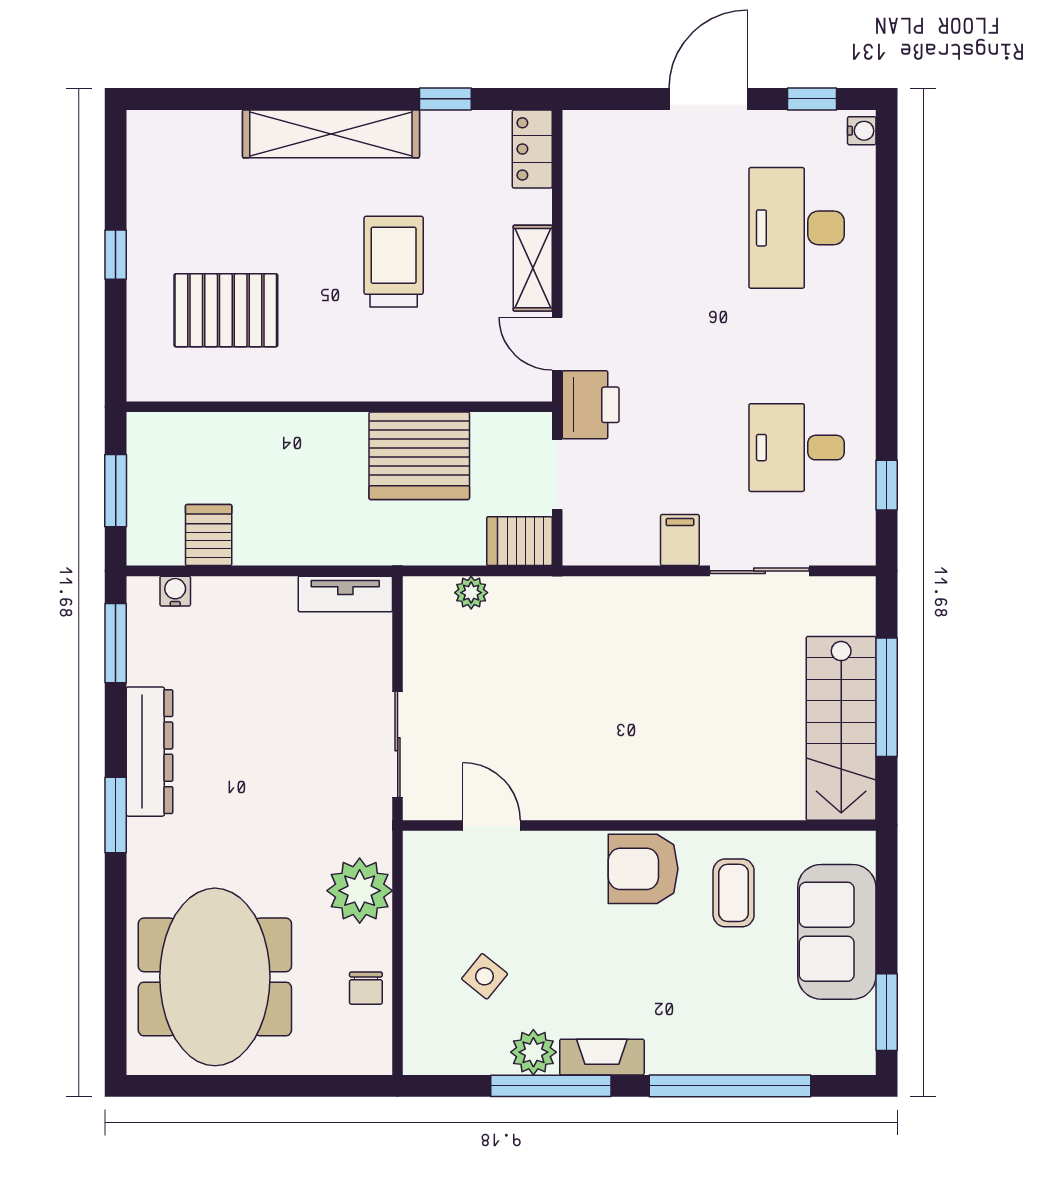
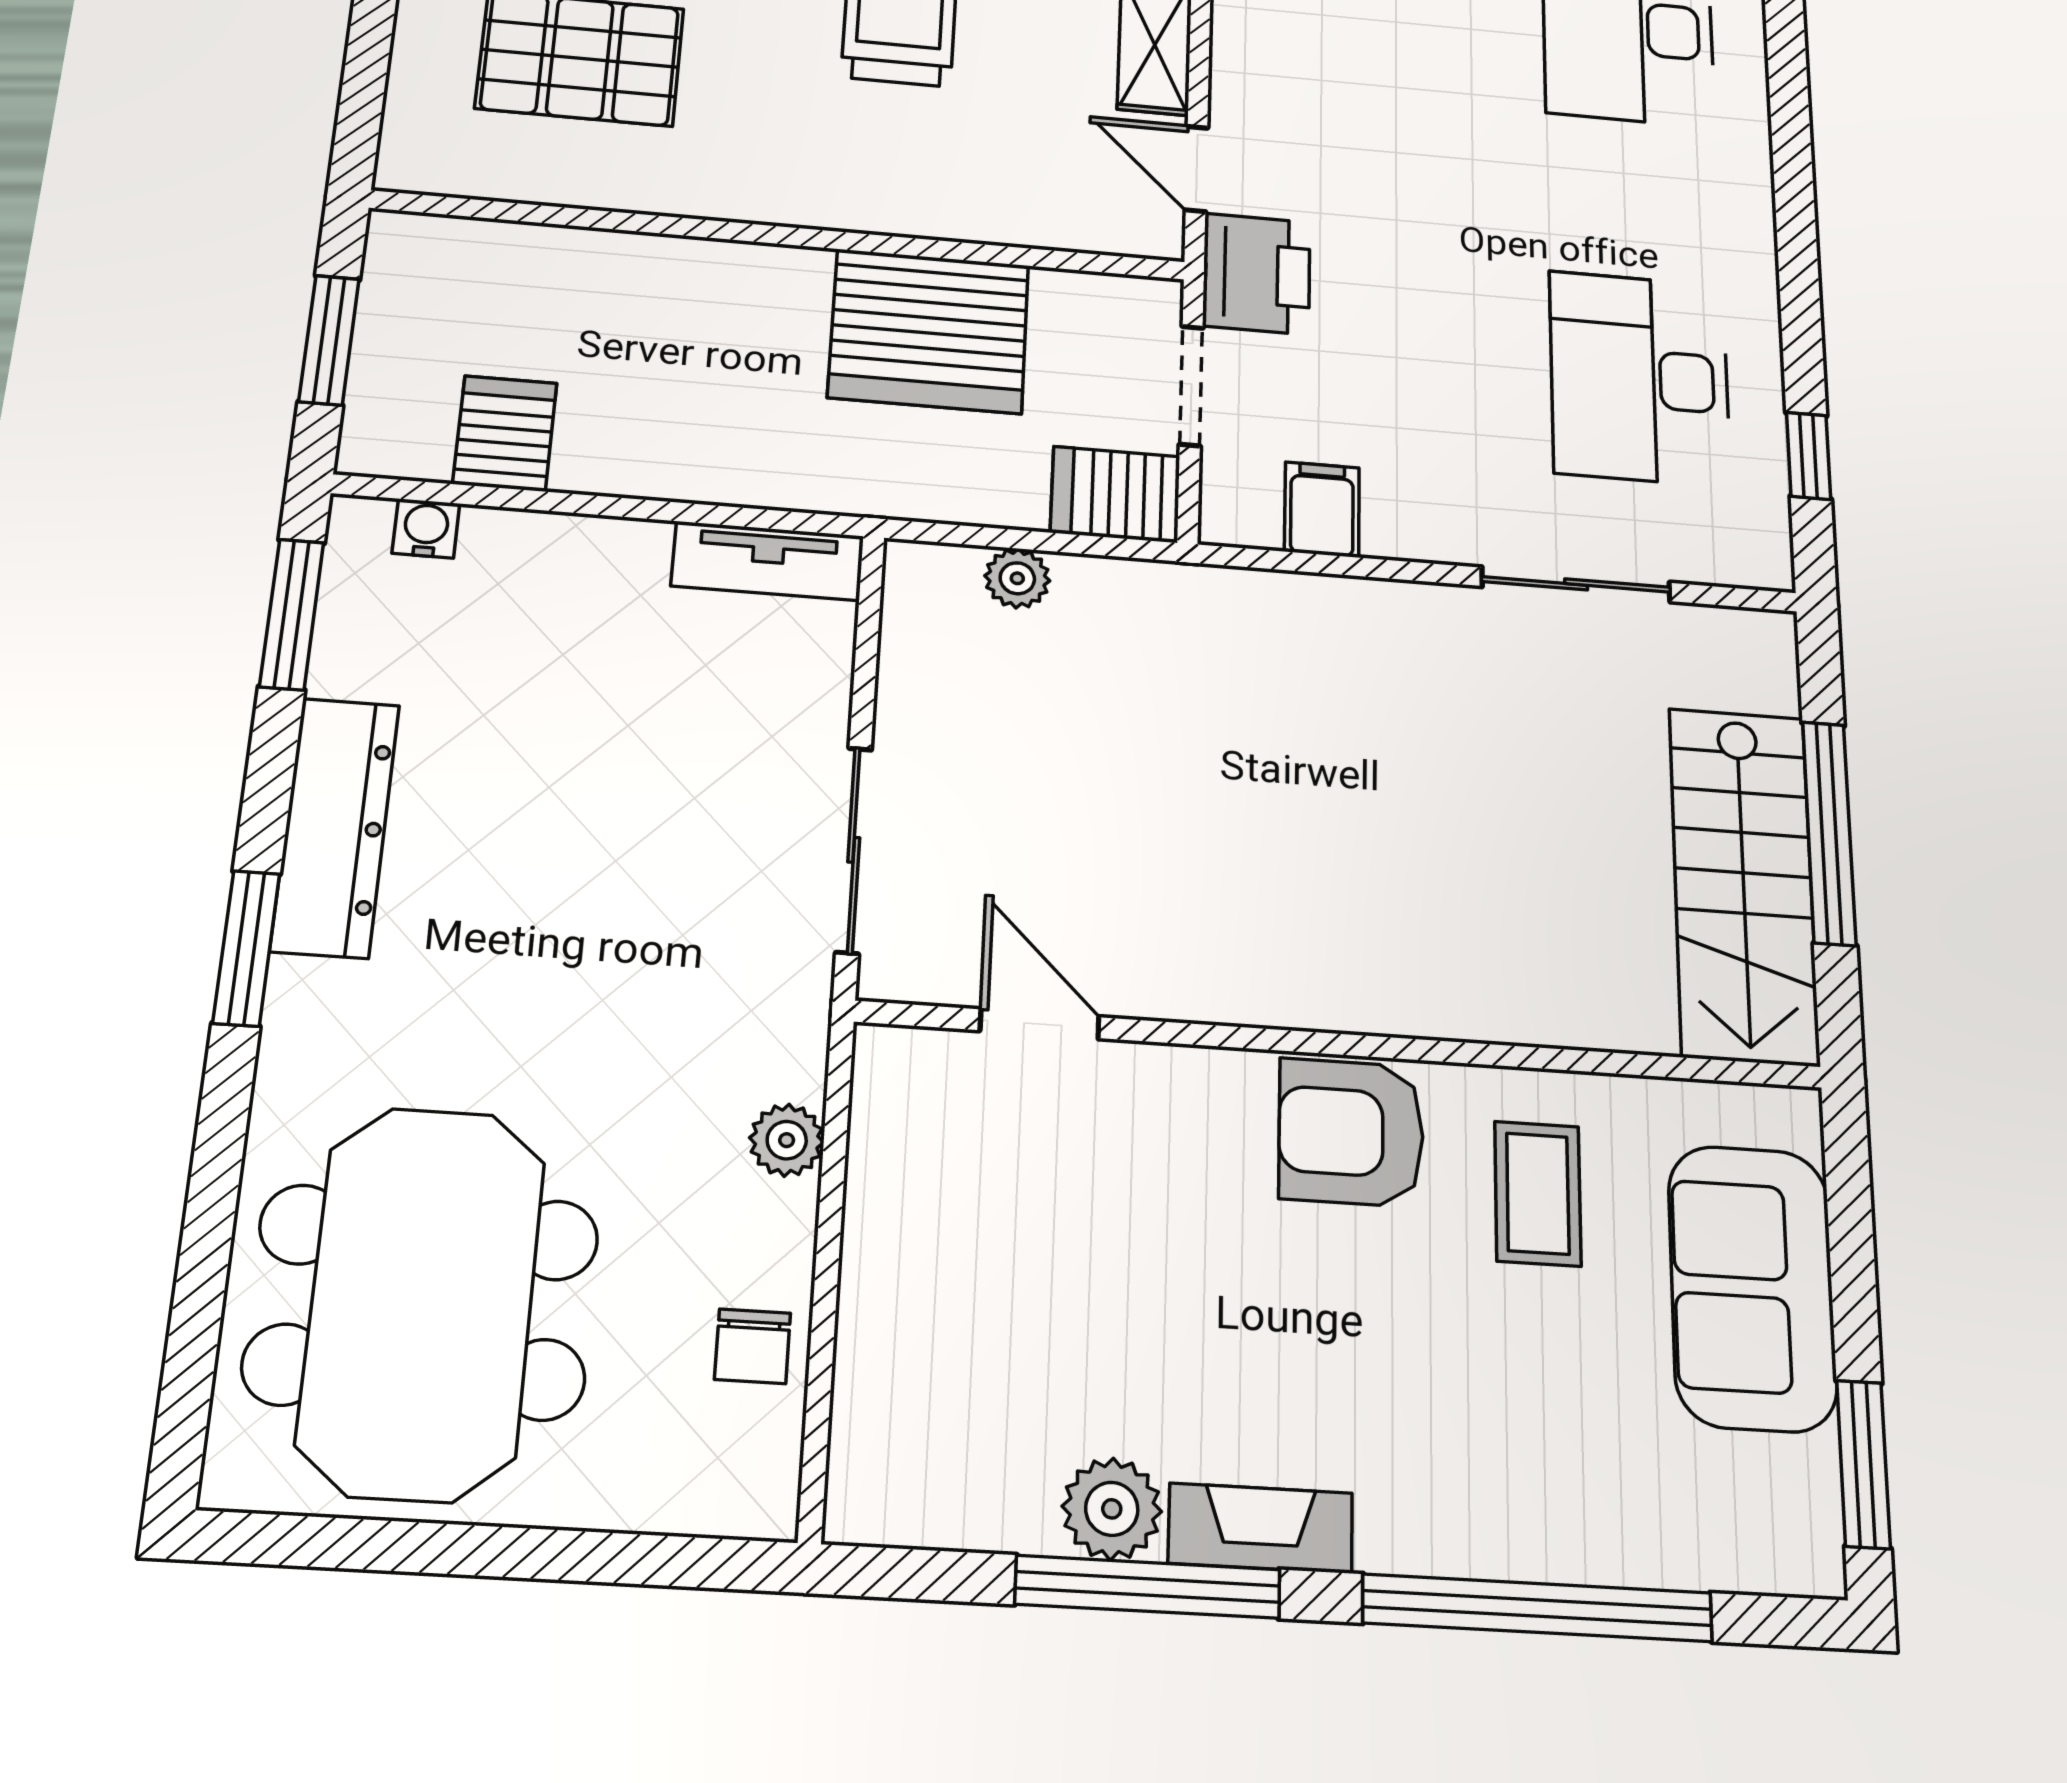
desk: (797, 448) -> (1640, 378), width x1.37
filing cabinet: (680, 540) -> (1322, 510), moved
plant: (360, 891) -> (787, 1140), width x0.53, depth x0.53
side table: (485, 976) -> (1012, 1336), removed

